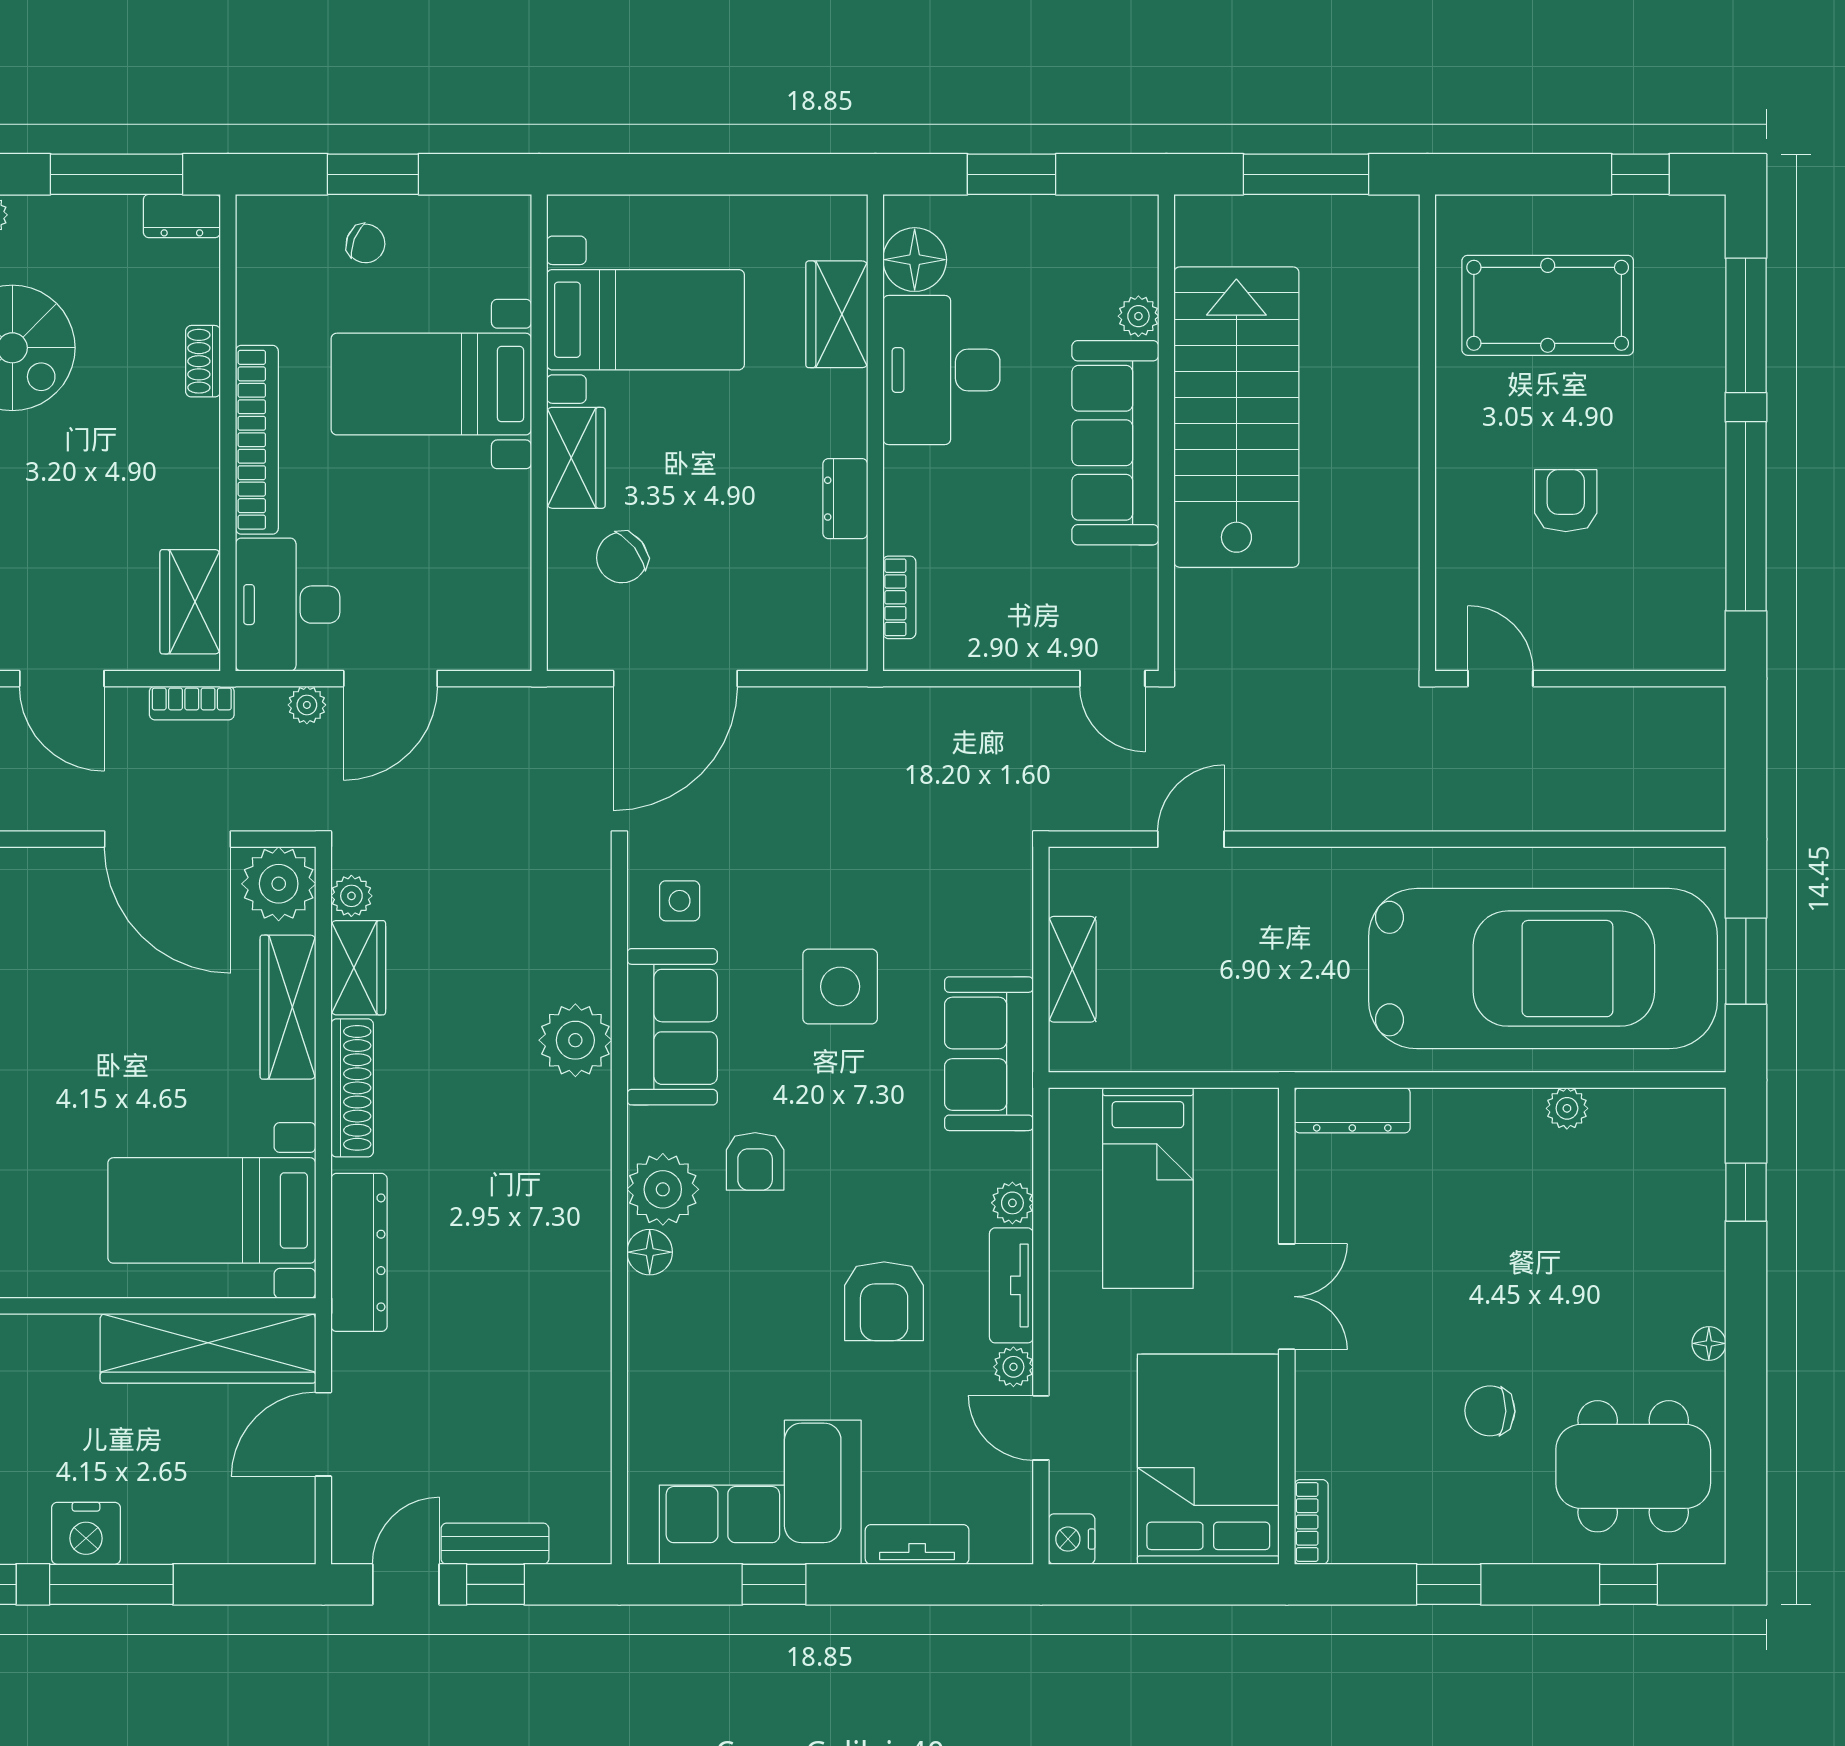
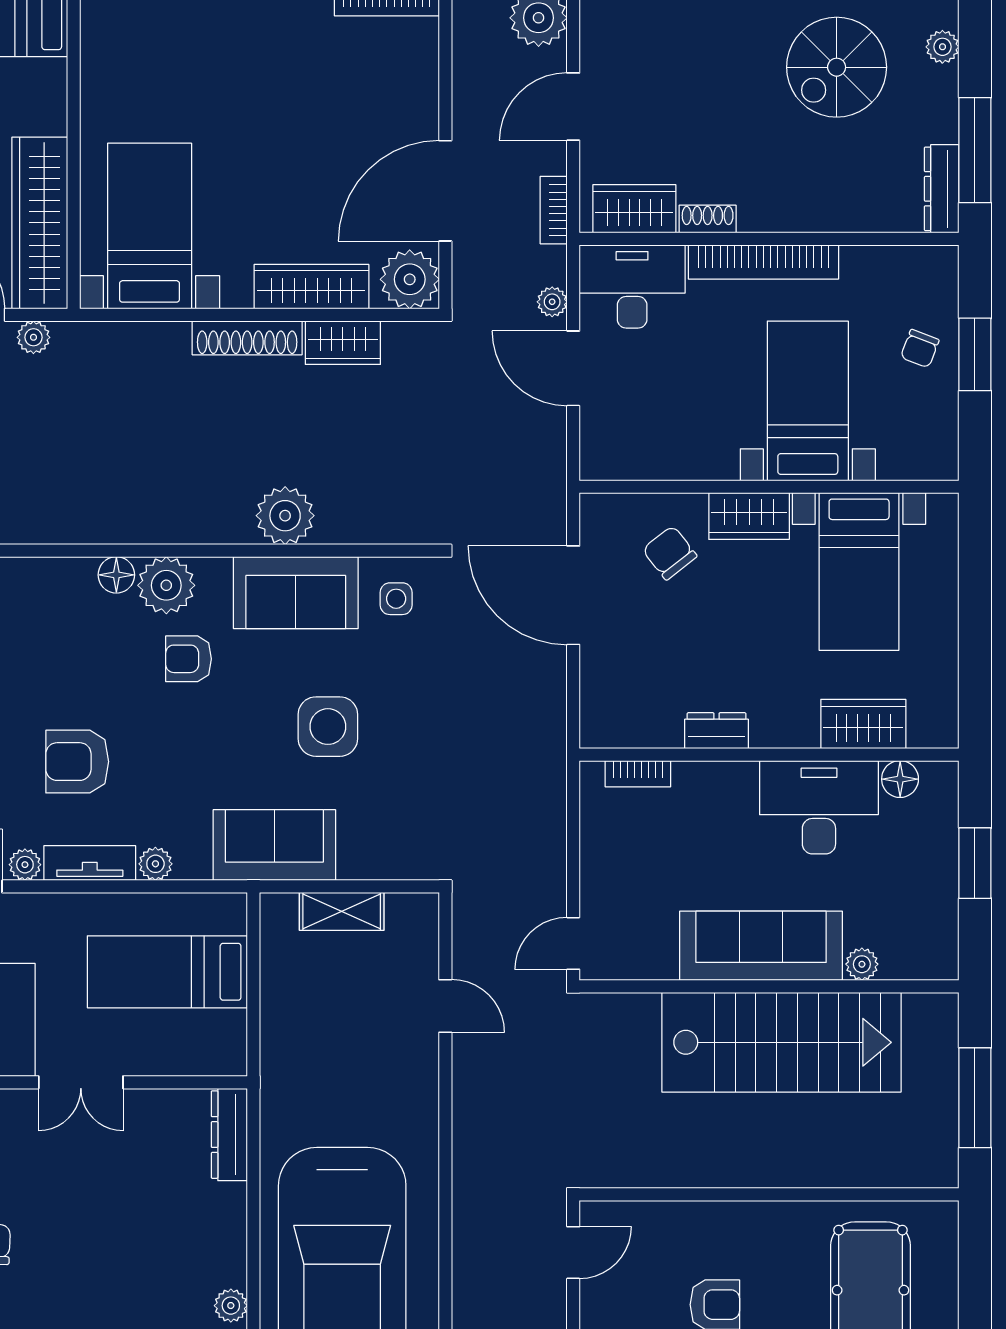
dresser: (182, 216) -> (942, 189), width x1.44
floor lamp: (915, 260) -> (900, 779), width x0.73, depth x0.73
shoe rack: (203, 361) -> (708, 219), moved
plant: (351, 896) -> (33, 337), moved
dresser: (359, 1252) -> (116, 343), removed

